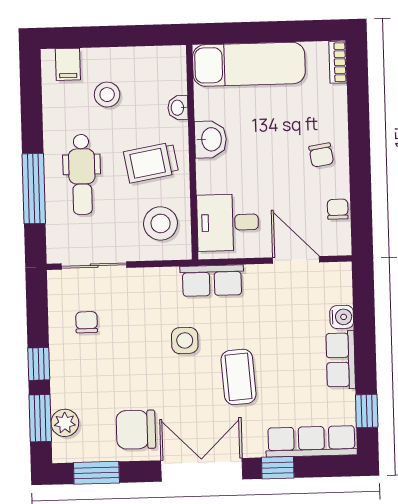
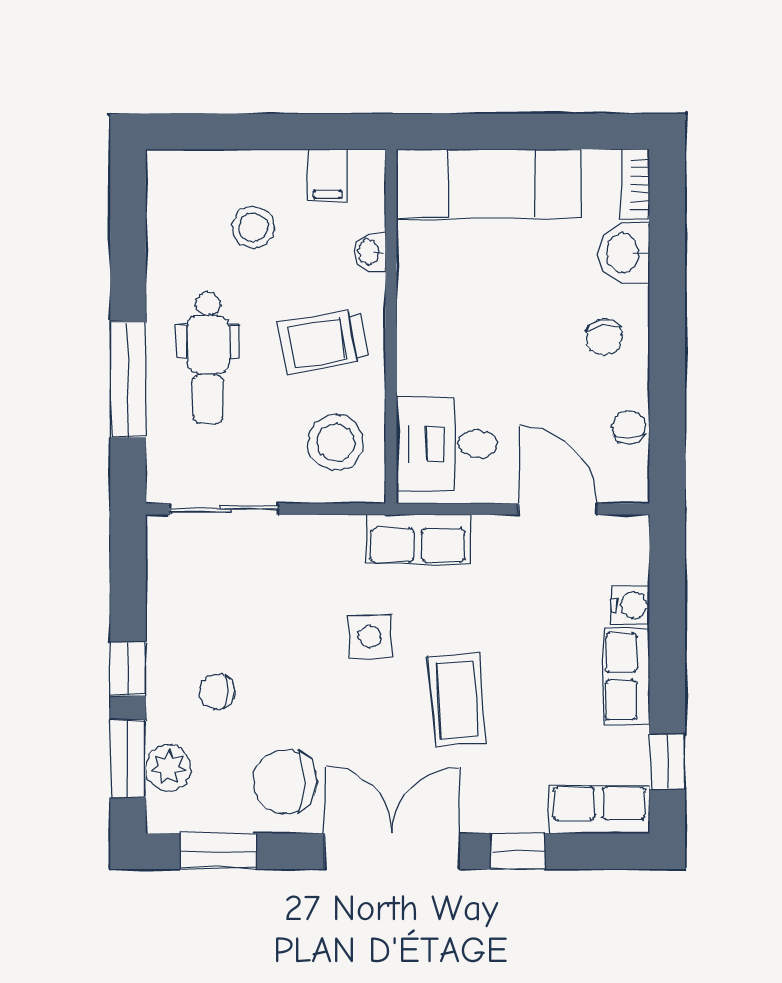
filing cabinet: (68, 64) -> (328, 176), moved
washbasin: (211, 139) -> (624, 253), moved, turned 180
chair: (87, 322) -> (217, 692), moved, turned -90
row of seats: (311, 441) -> (599, 809), width x0.68

